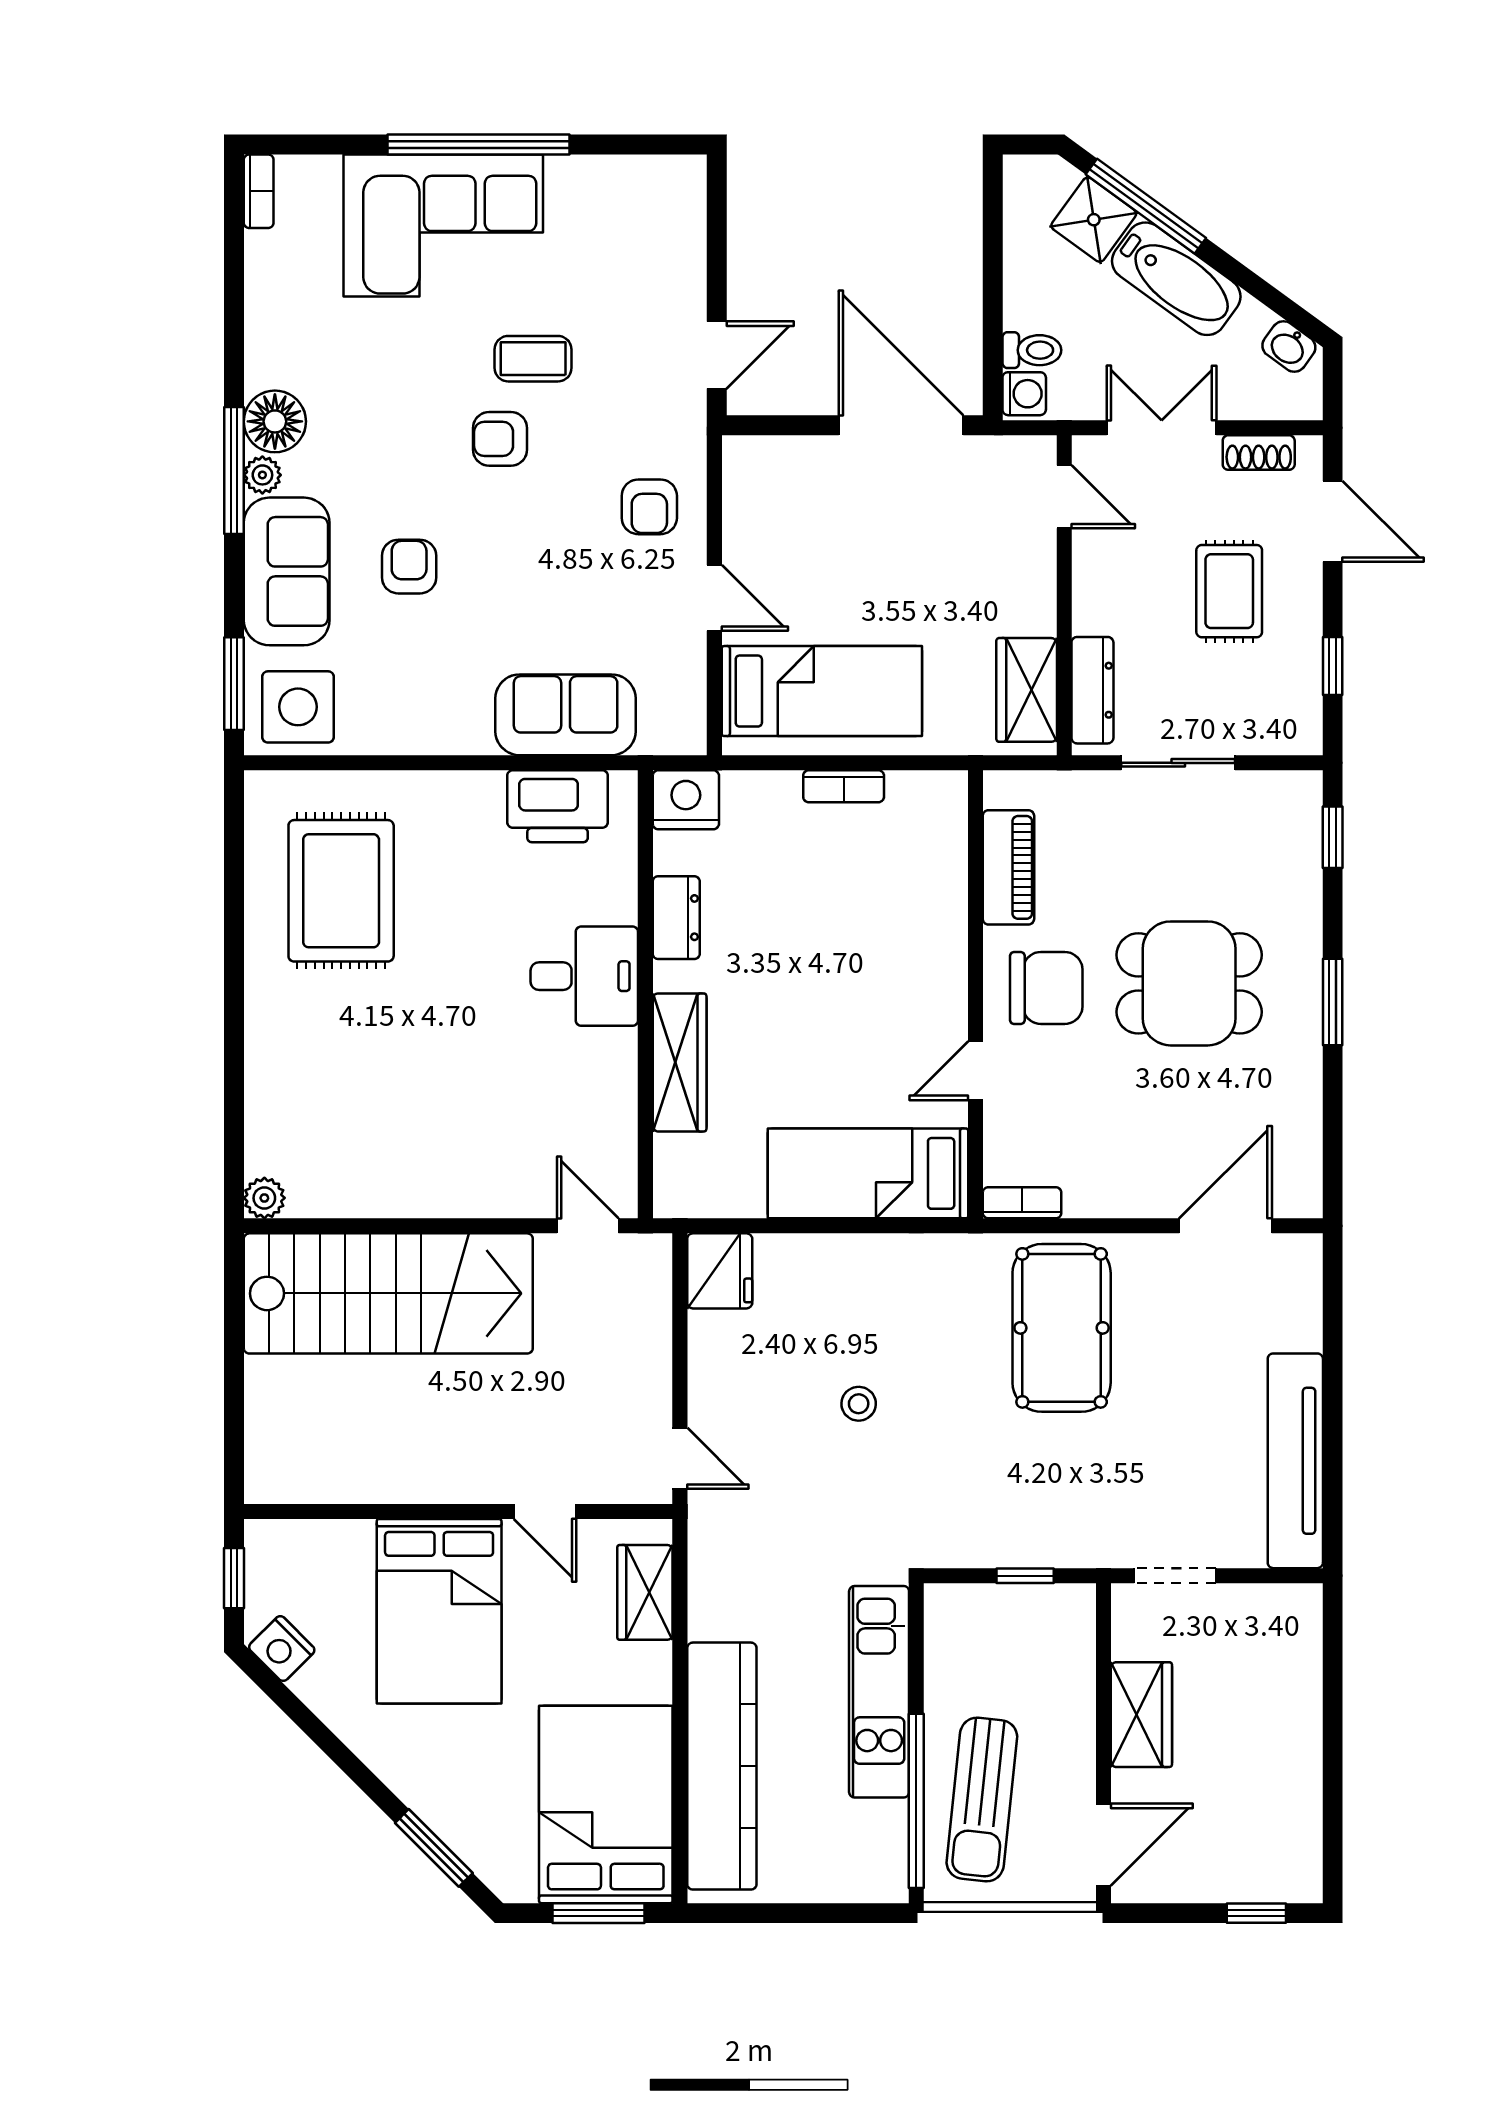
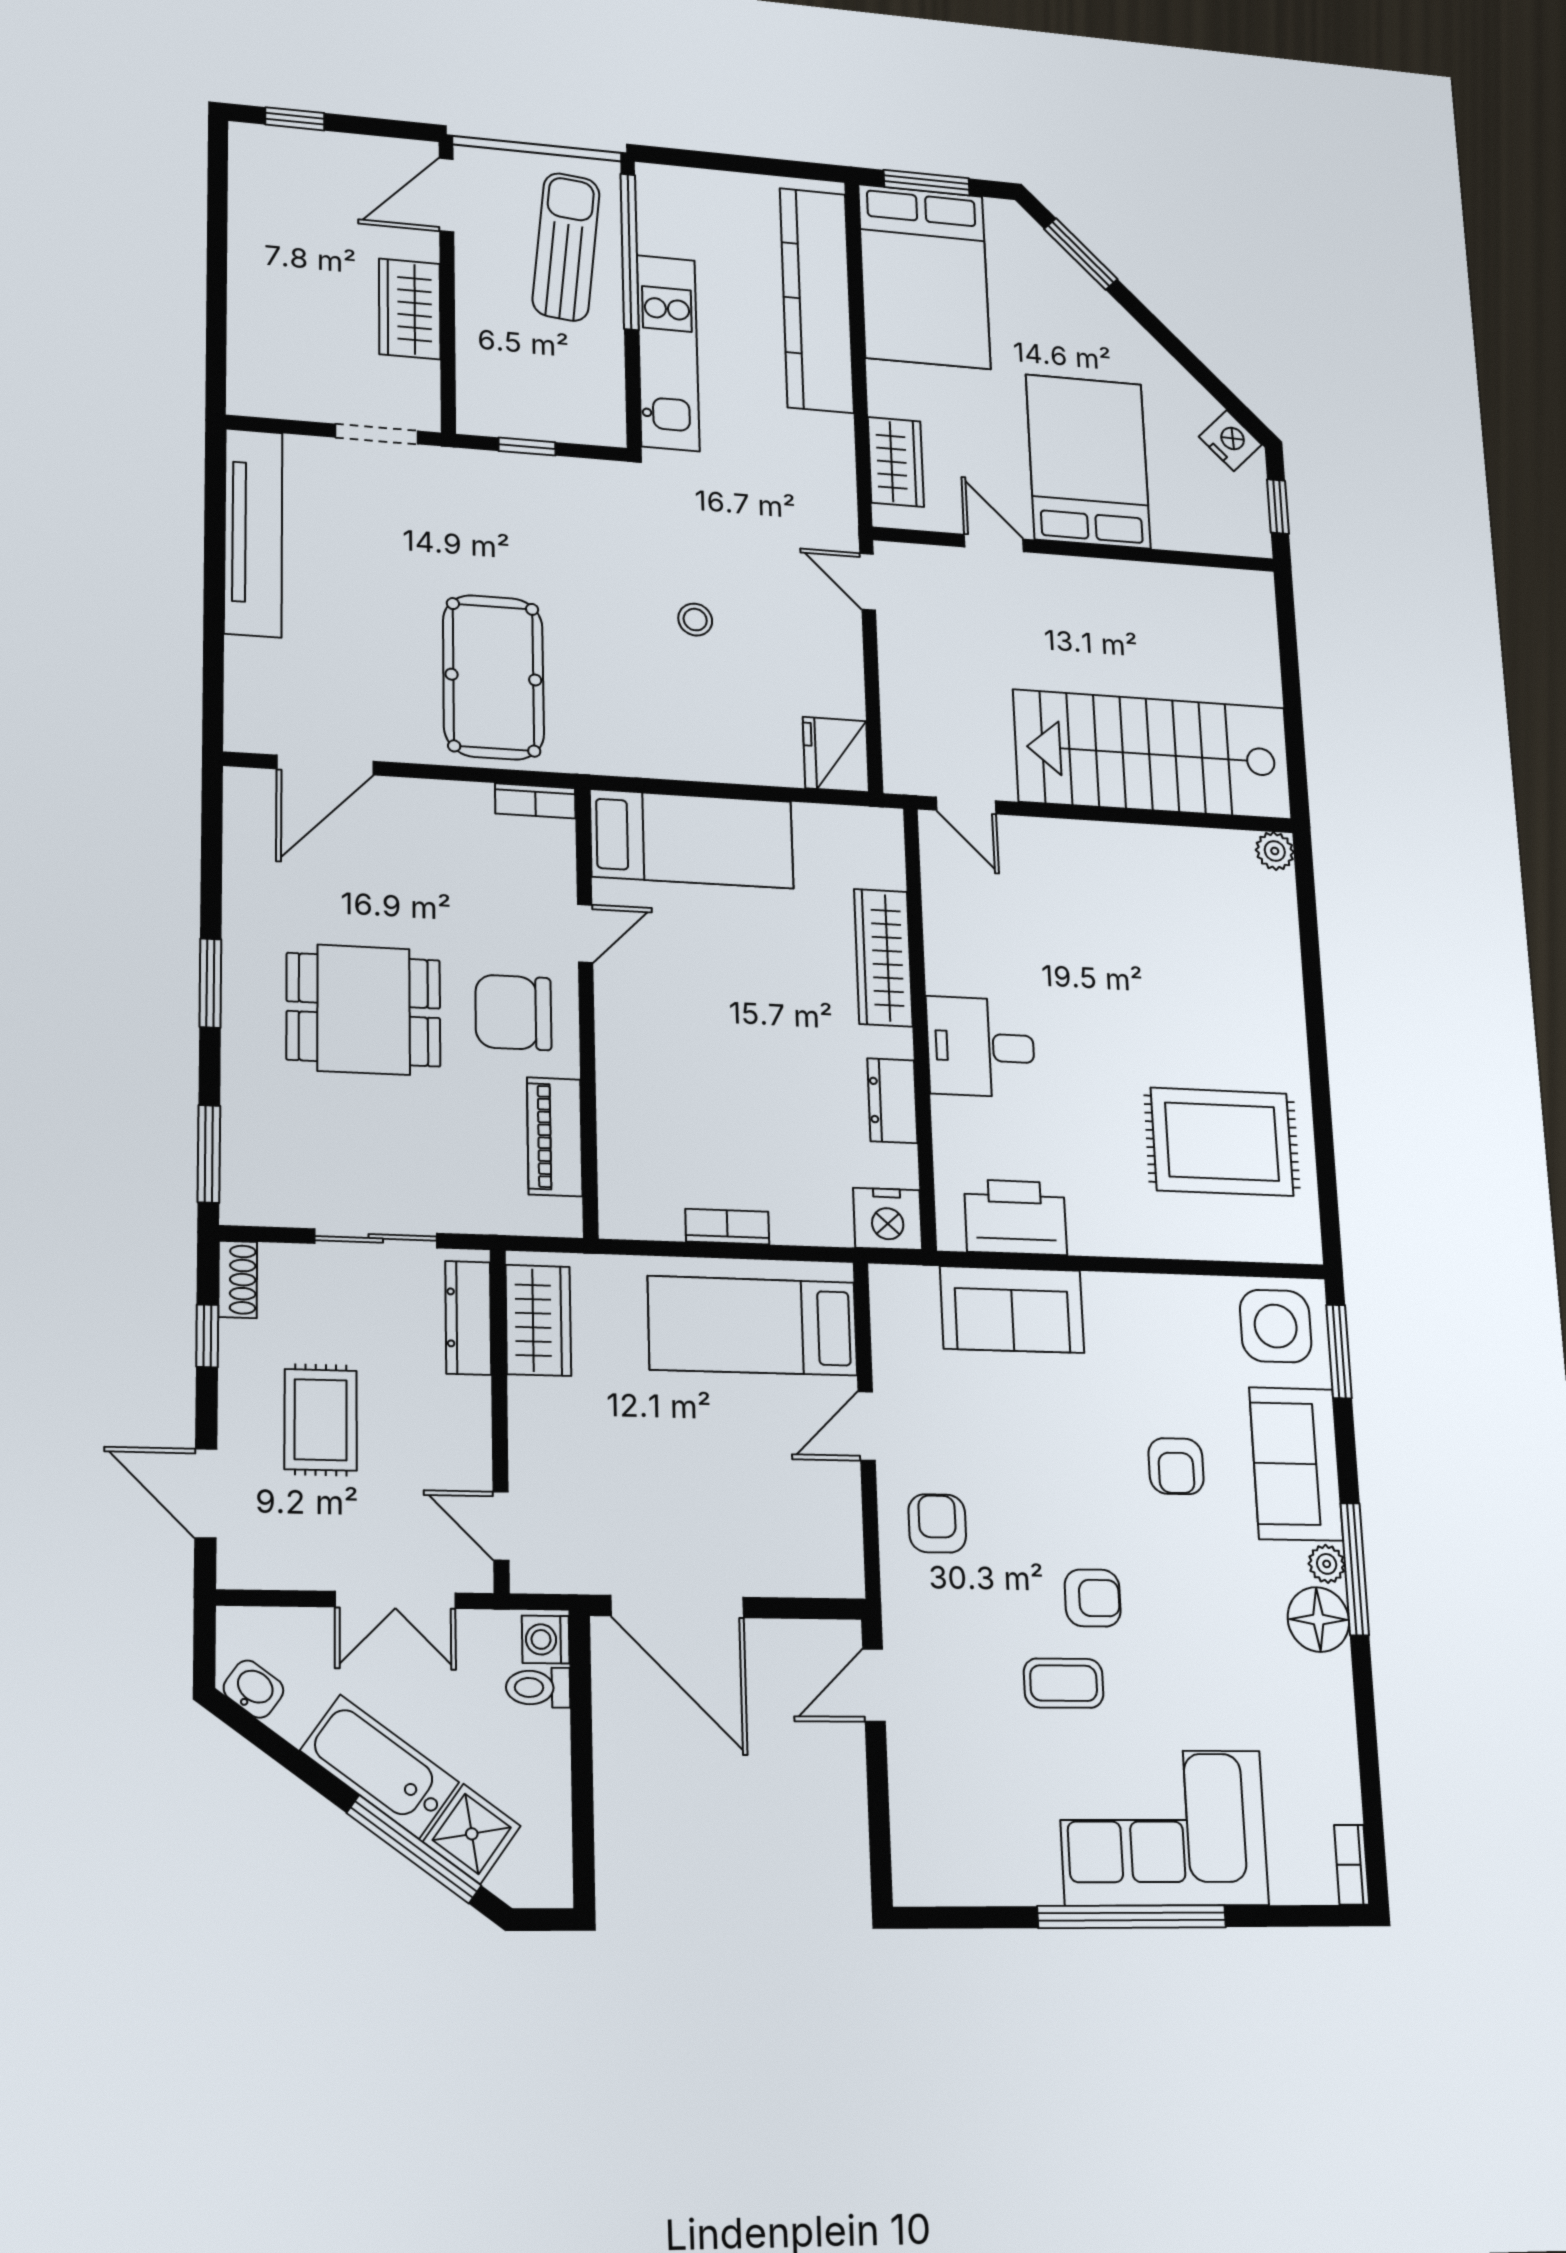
shoe rack: (1259, 453) -> (238, 1279), moved, turned 90
door: (714, 598) -> (867, 1426), hinge flipped
window: (1333, 837) -> (209, 1154), width x1.50
rug: (341, 891) -> (1222, 1142), turned 90

